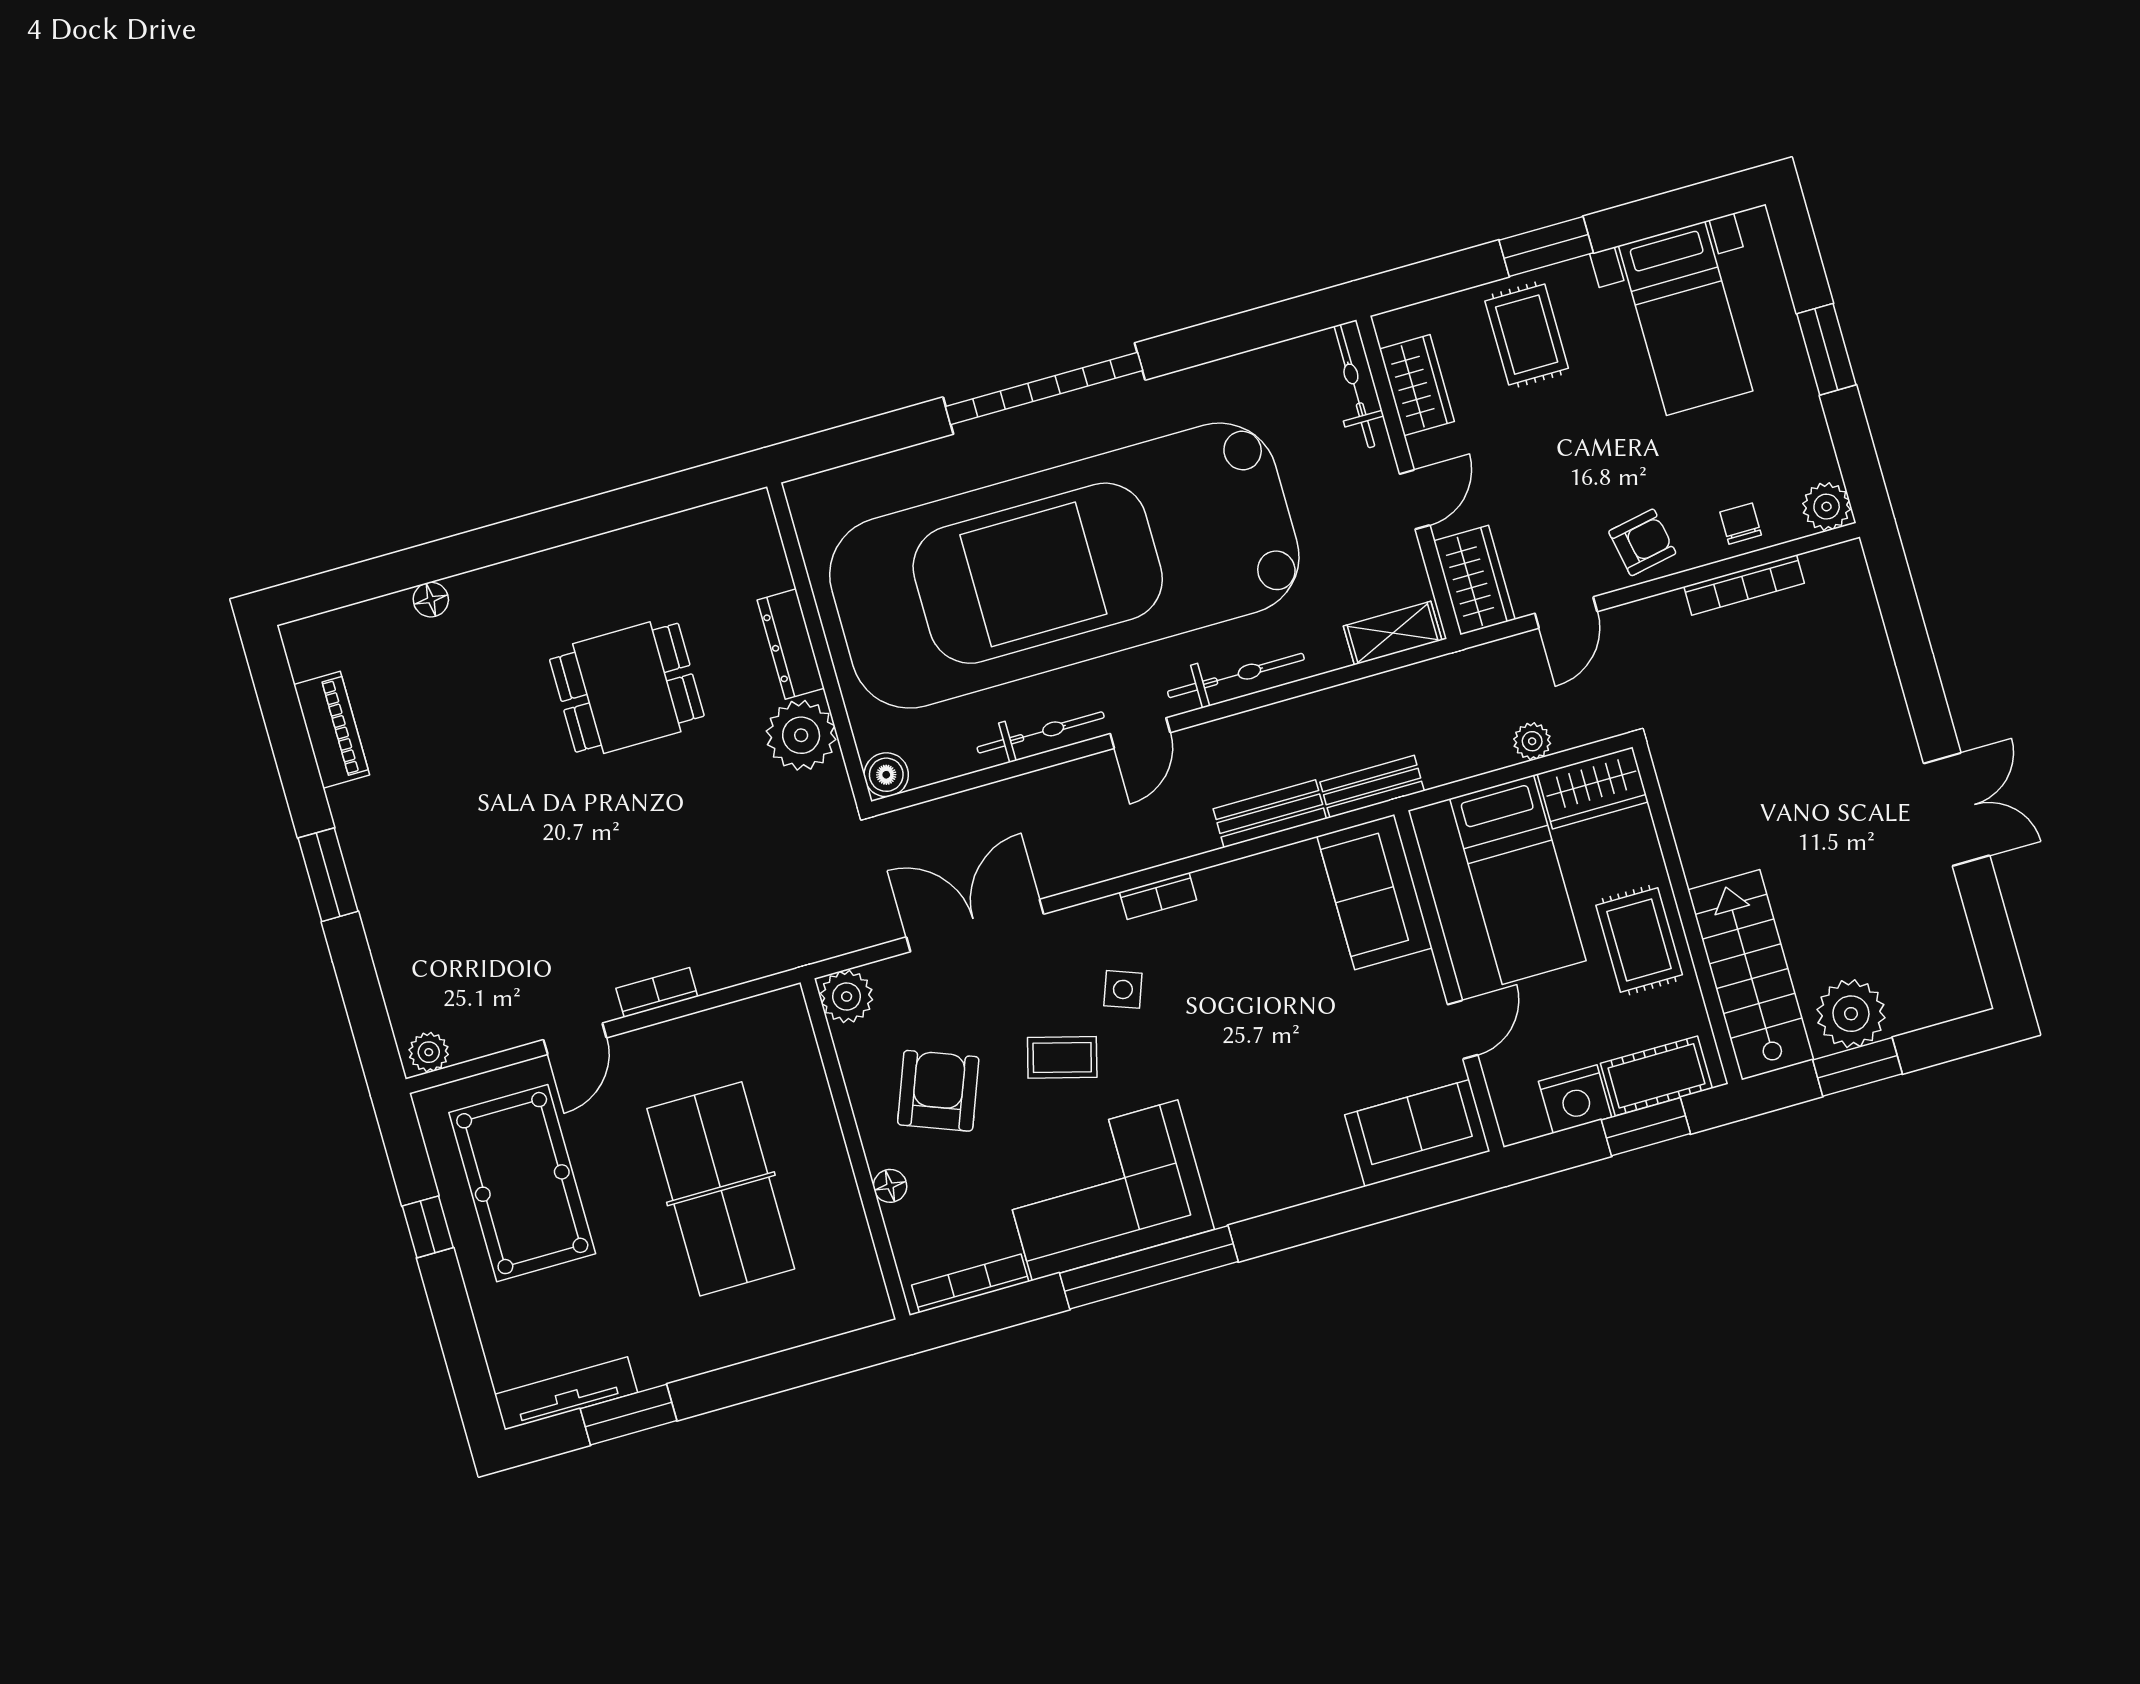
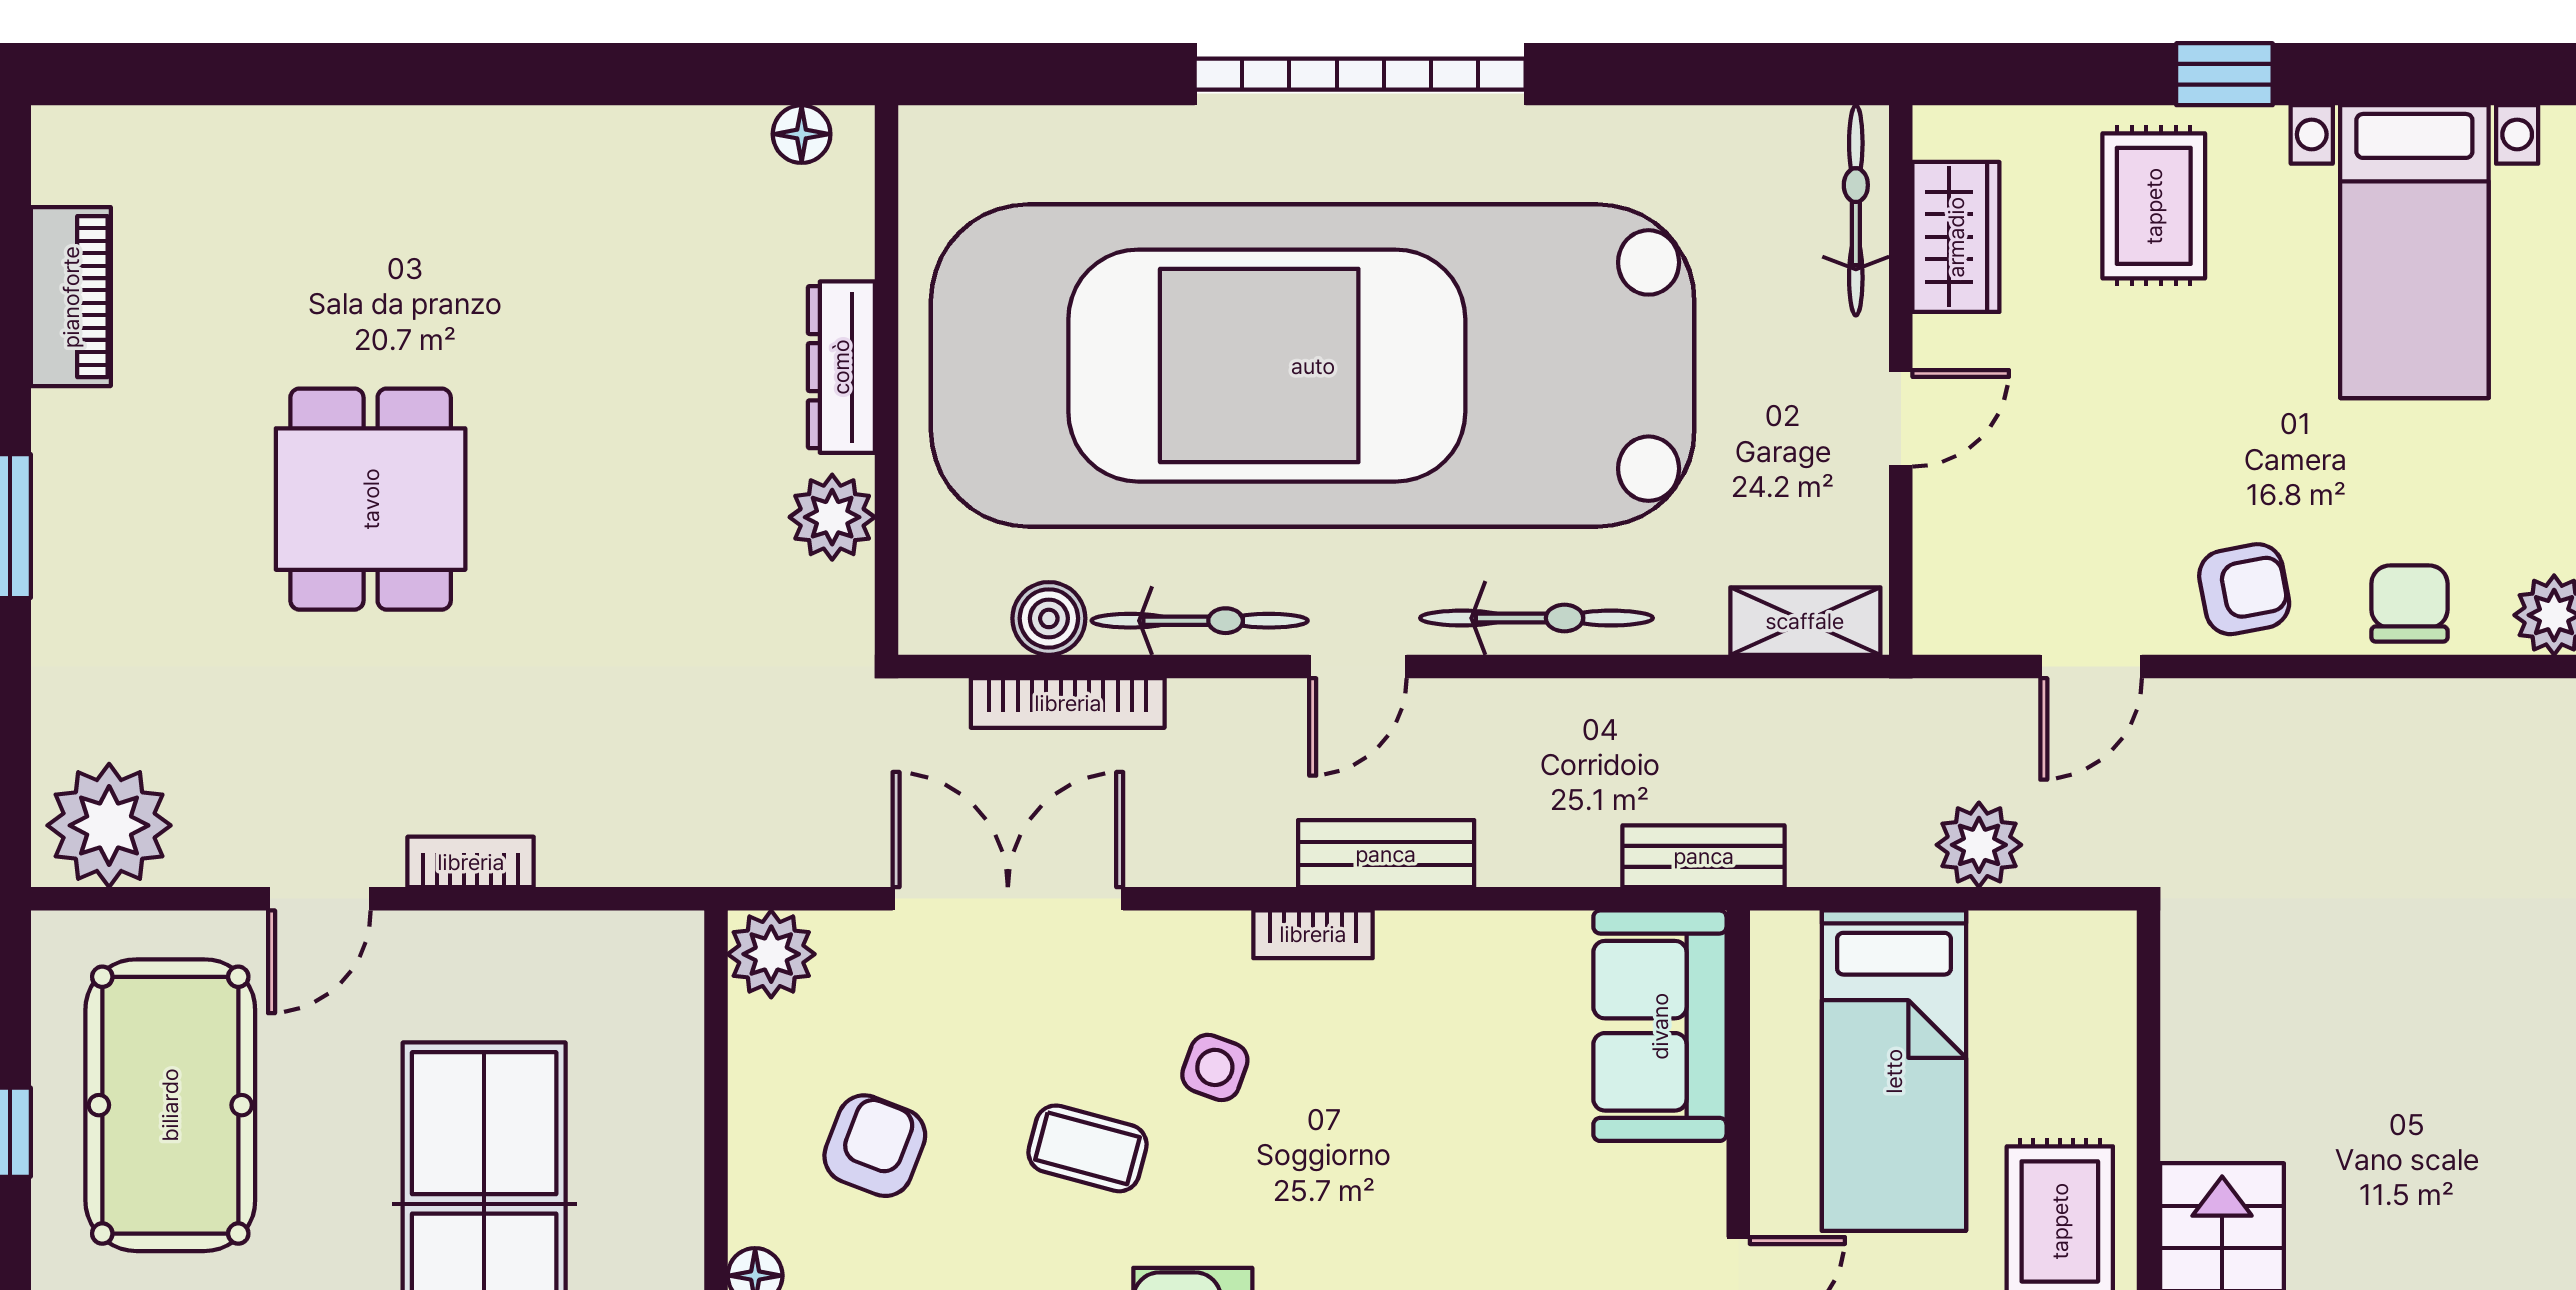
window: (1546, 246) -> (2224, 74), width x0.67
chair: (1741, 524) -> (2409, 604), width x1.37, depth x1.37
wardrobe: (1474, 580) -> (1960, 574), removed
bookcase: (1744, 585) -> (1068, 703), moved
floor lamp: (431, 600) -> (802, 134), moved
dining table: (627, 688) -> (371, 499), moved, turned 90
plant: (801, 735) -> (832, 517), width x0.73, depth x0.73
plant: (1532, 741) -> (1979, 845), width x1.38, depth x1.38
boiler: (886, 775) -> (1049, 618), moved
wardrobe: (1593, 788) -> (2054, 958), removed
bench: (1270, 814) -> (1386, 854), moved
plant: (429, 1052) -> (109, 825), width x1.87, depth x1.87
armchair: (938, 1091) -> (875, 1146), width x0.72, depth x0.72

